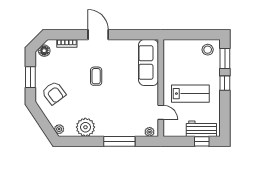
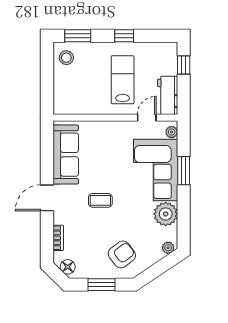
sofa: (149, 62) -> (66, 155), moved, turned -90
window: (225, 83) -> (124, 36), moved
corner sofa: (120, 119) -> (156, 170), added
workbench: (201, 129) -> (168, 95), moved
window: (119, 141) -> (184, 171), width x0.69

